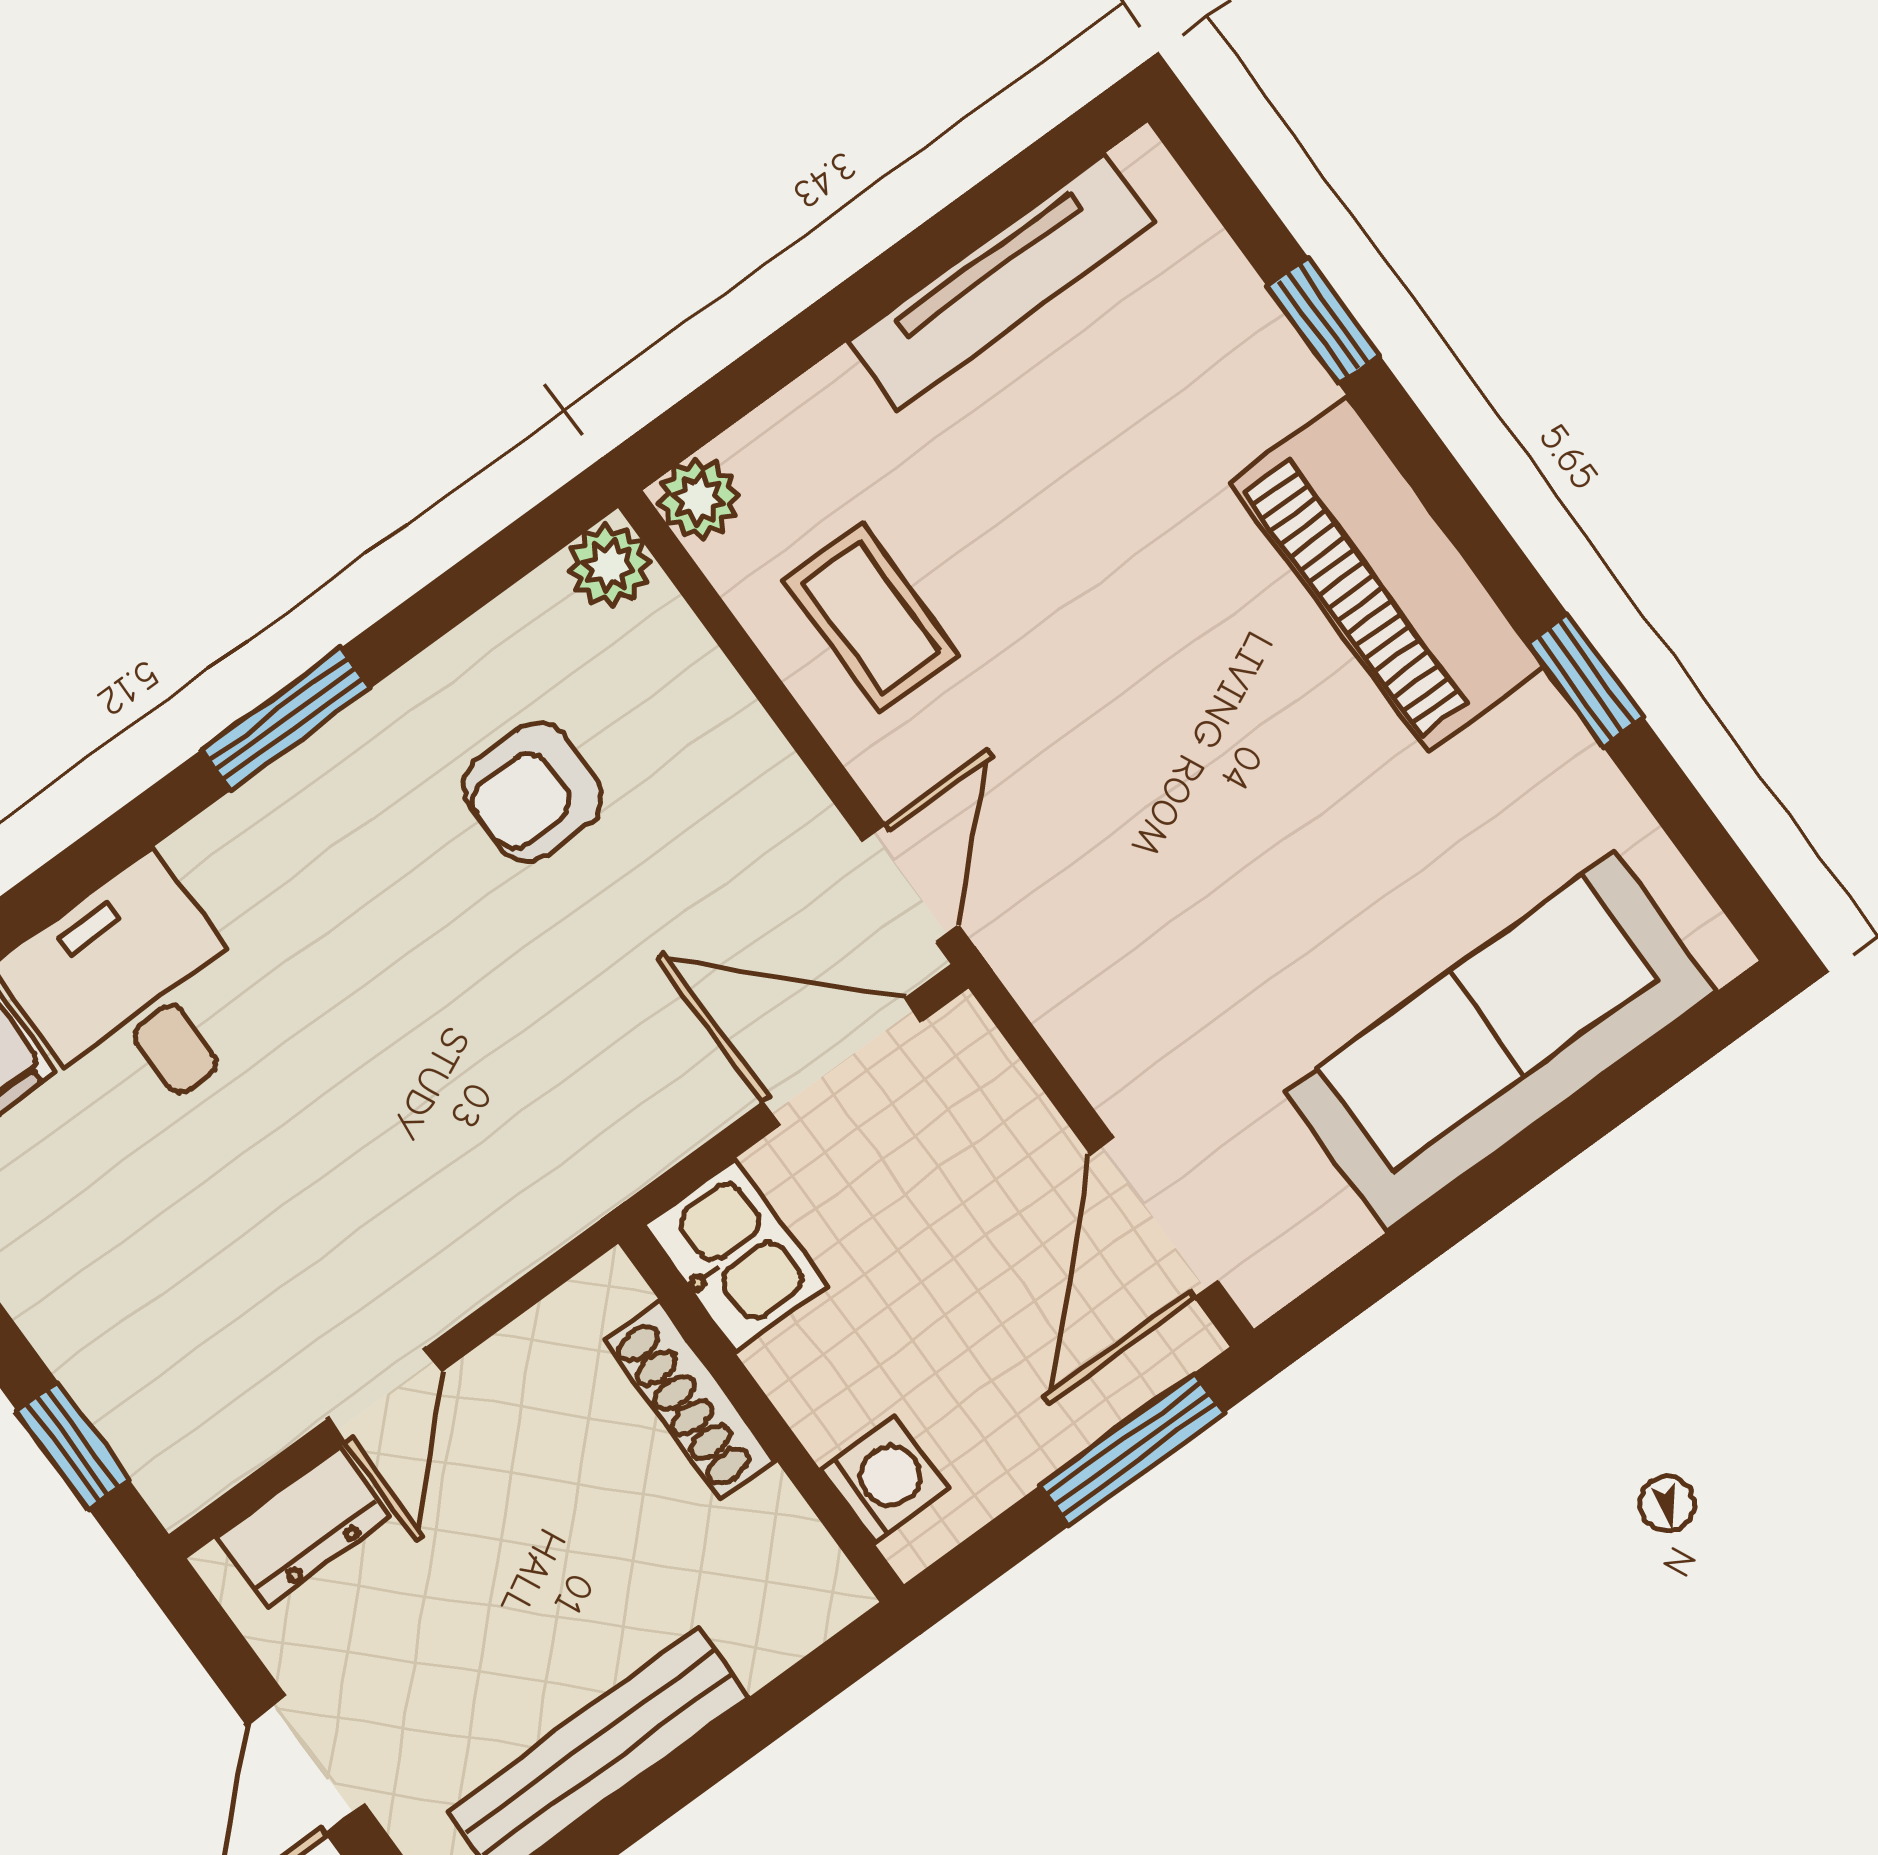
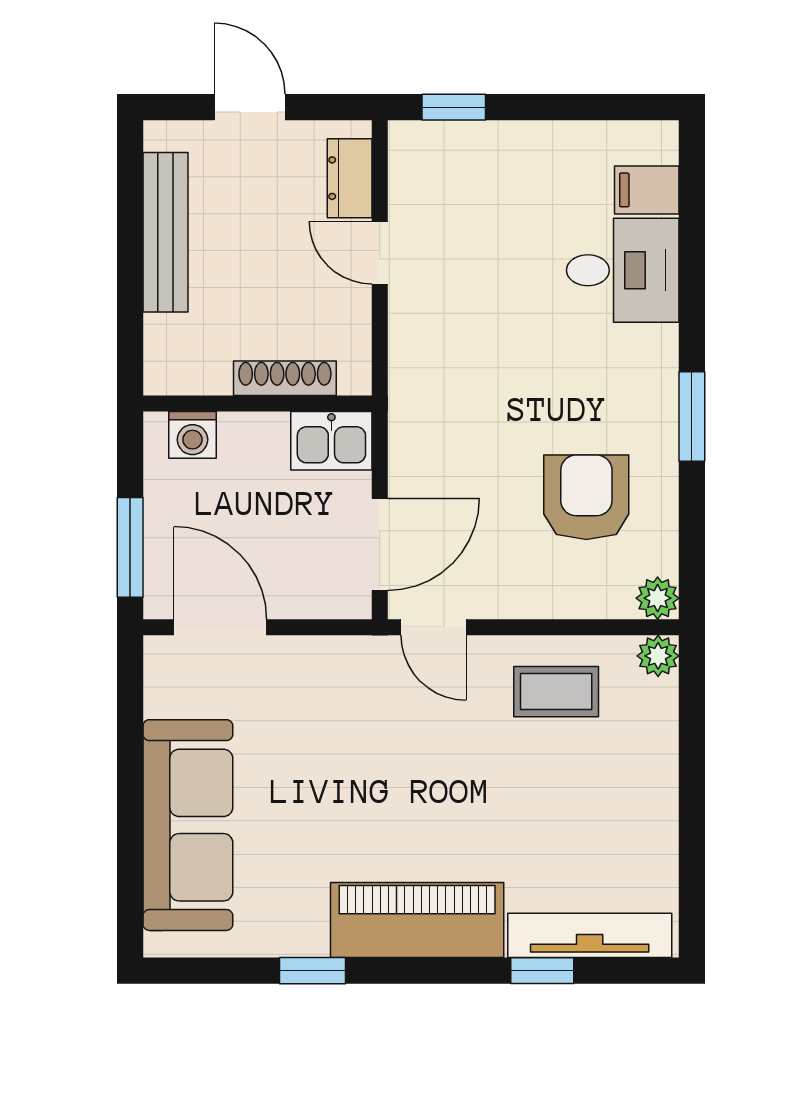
tv unit: (1001, 282) -> (590, 935), moved, turned 90
armchair: (532, 792) -> (586, 497), width x1.38, depth x1.38

